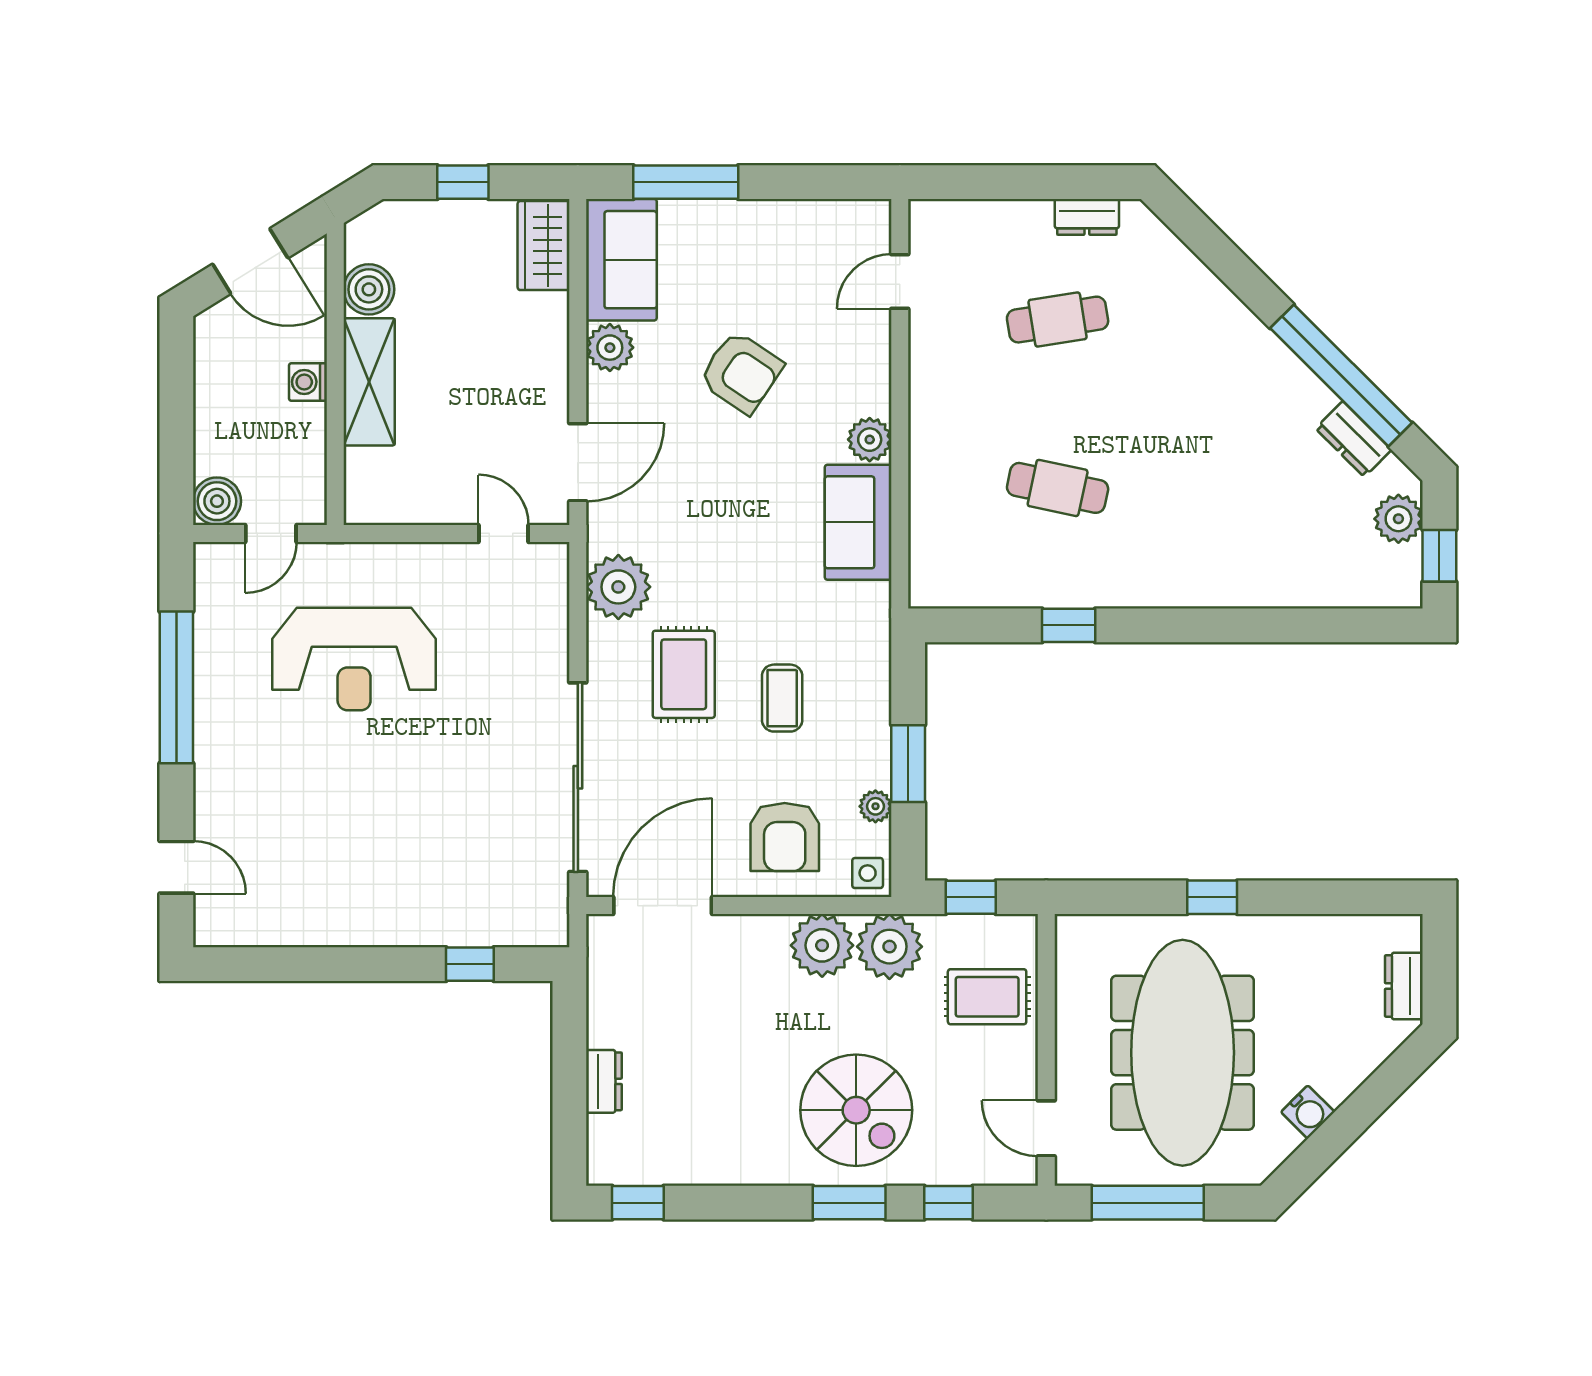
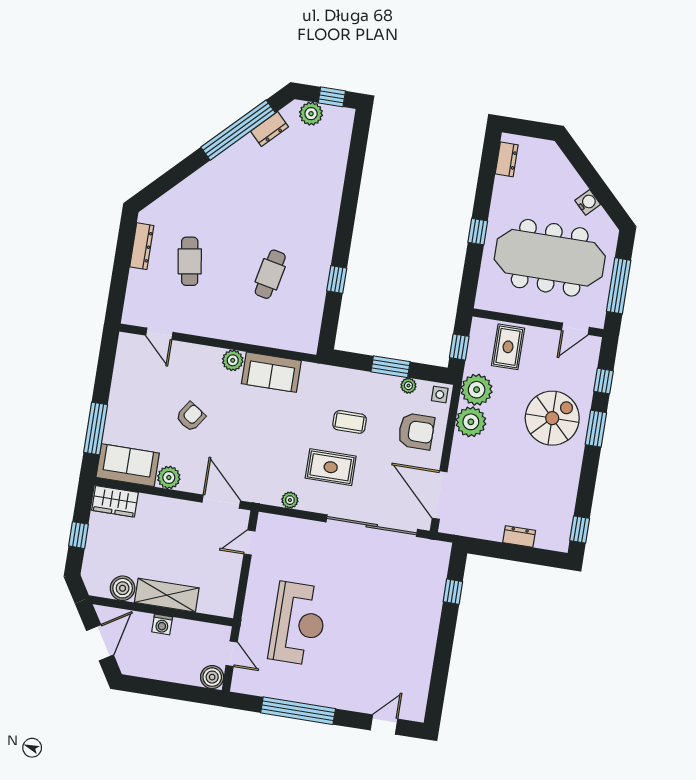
dresser: (1087, 217) -> (142, 246), width x1.44
armchair: (741, 372) -> (191, 417), width x0.72, depth x0.72
plant: (618, 587) -> (290, 500), width x0.53, depth x0.53
dresser: (1404, 986) -> (507, 159), moved, turned -90

